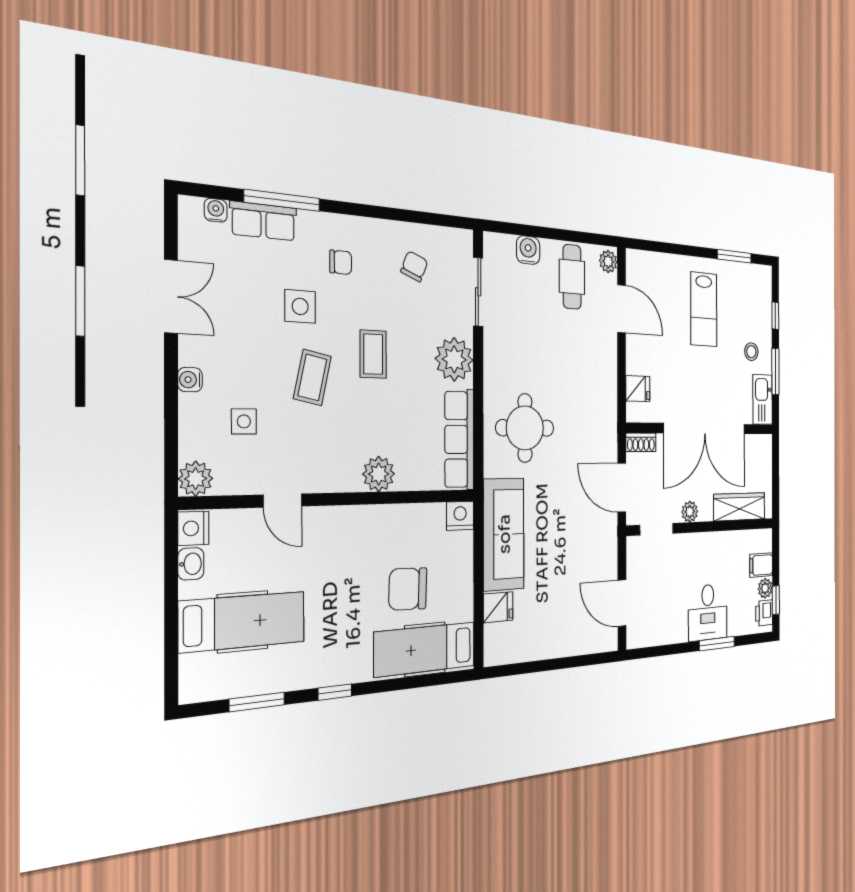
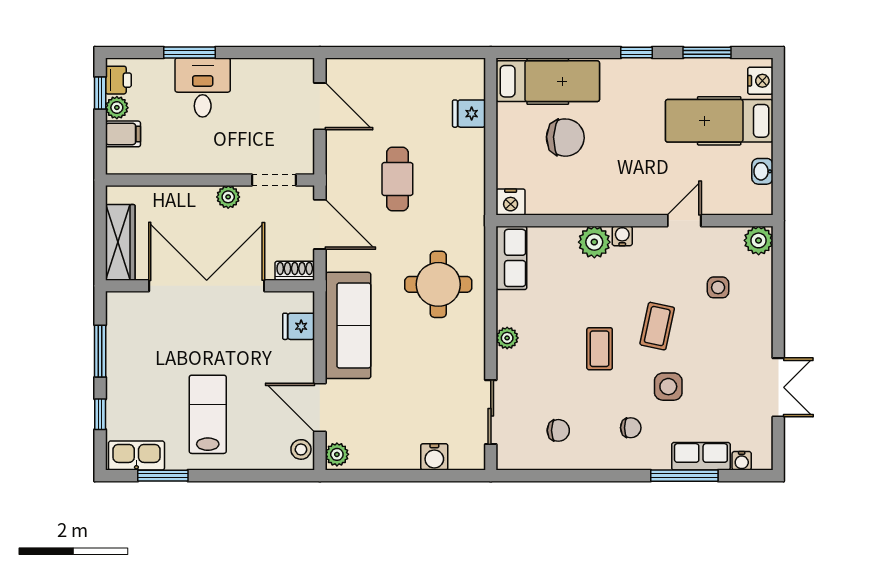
chair: (341, 262) -> (631, 428), turned 180
chair: (414, 266) -> (558, 430), turned -112
cafe table: (572, 277) -> (397, 179), moved
double door: (171, 296) -> (778, 387), swing flipped
stool: (751, 352) -> (301, 449), moved
plant: (454, 359) -> (507, 338), width x0.53, depth x0.53
water cooler: (190, 380) -> (622, 236), moved, turned -90
kitchen sink: (763, 399) -> (136, 456), moved, turned -90
row of seats: (459, 439) -> (511, 258), width x0.68
door: (283, 501) -> (684, 221), hinge flipped
wardrobe: (739, 507) -> (120, 242), moved, turned -90
nightstand: (193, 528) -> (760, 81), moved
sofa: (504, 534) -> (348, 325), moved, turned 180

